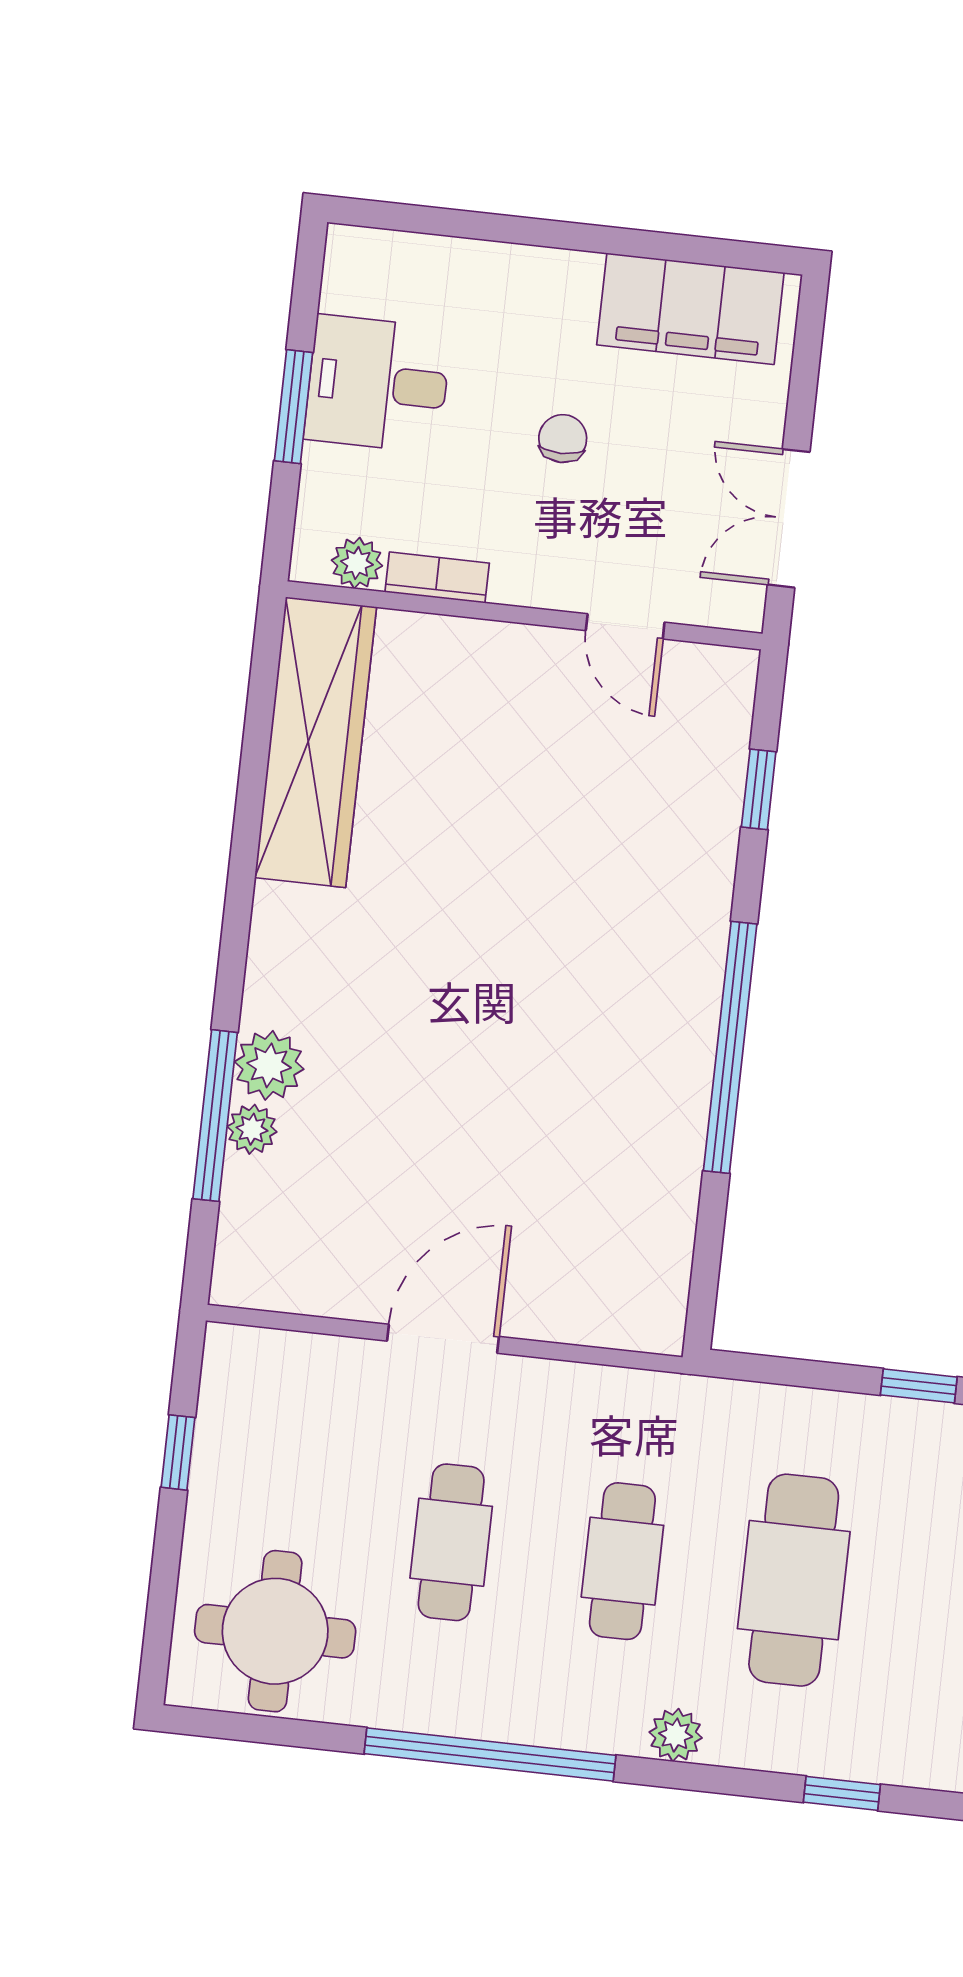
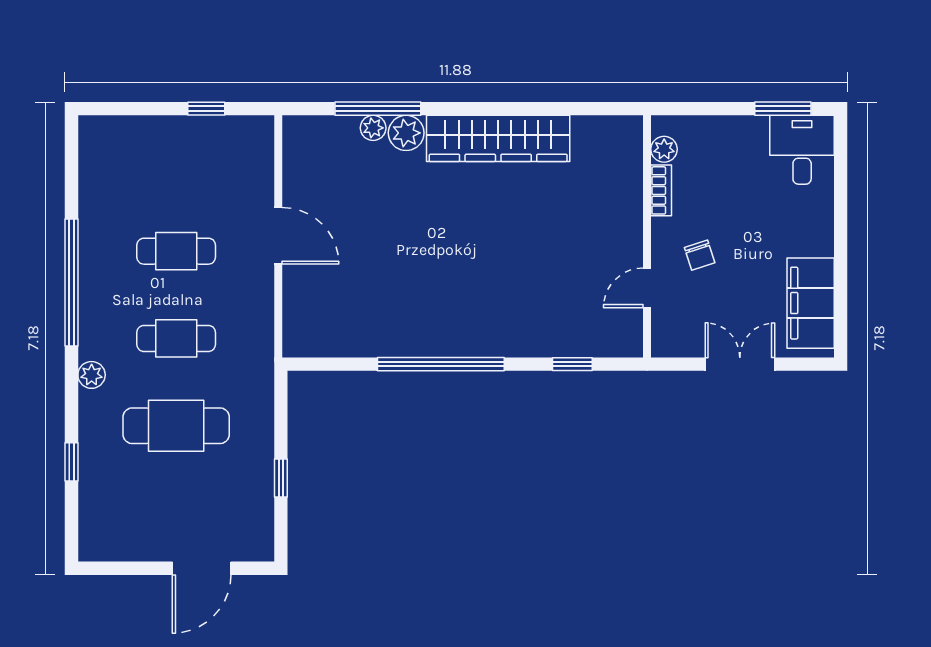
desk: (378, 384) -> (802, 150), moved
window: (293, 407) -> (783, 109), moved
chair: (563, 439) -> (700, 255), moved, turned 72
double door: (789, 518) -> (740, 364), moved
wardrobe: (316, 742) -> (498, 138), moved
round table: (275, 1631) -> (122, 167), removed

